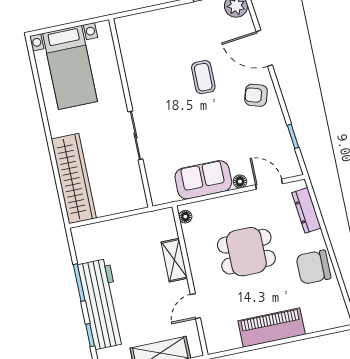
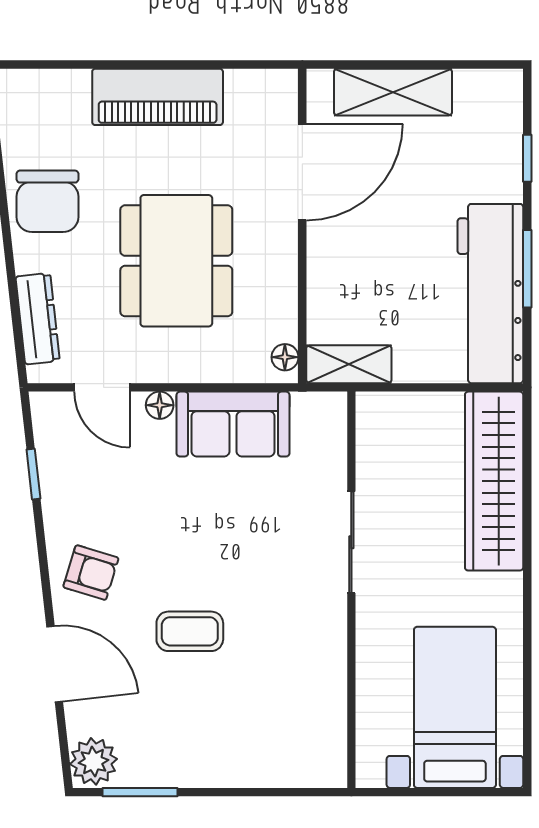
coffee table: (203, 77) -> (190, 631), turned 90
dining table: (246, 252) -> (176, 261), width x1.38
shelving: (174, 260) -> (349, 364), moved, turned 90
chair: (313, 267) -> (47, 201), turned 90
workbench: (102, 304) -> (490, 294), moved
door: (195, 306) -> (302, 172), width x1.87

